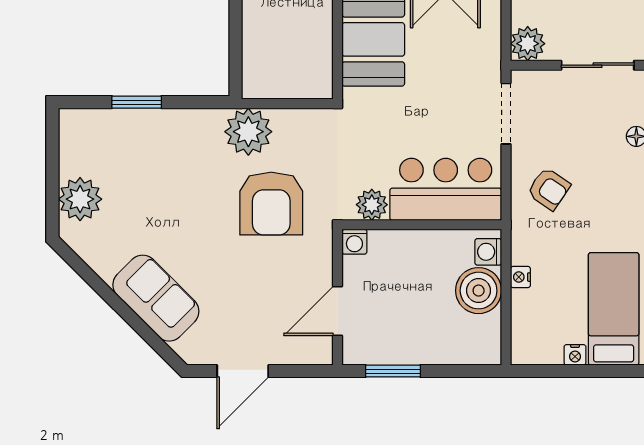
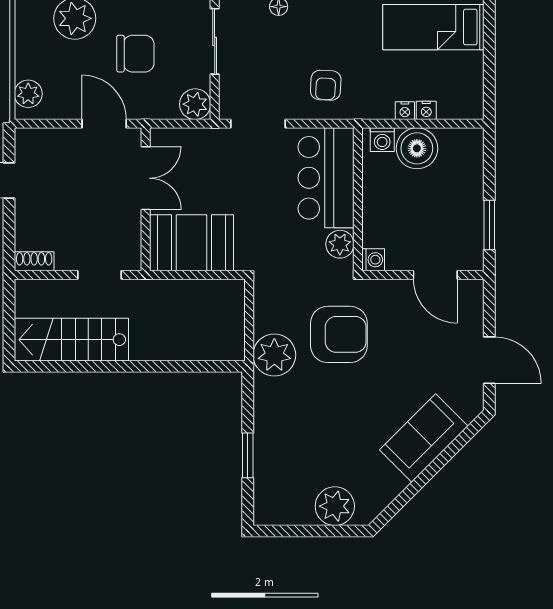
armchair: (549, 189) -> (326, 85), turned 149
nightstand: (575, 355) -> (426, 110), moved, turned 90

